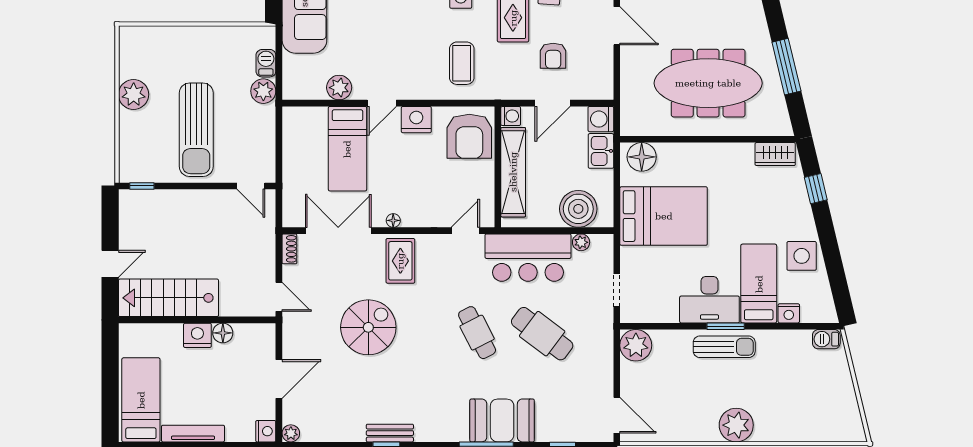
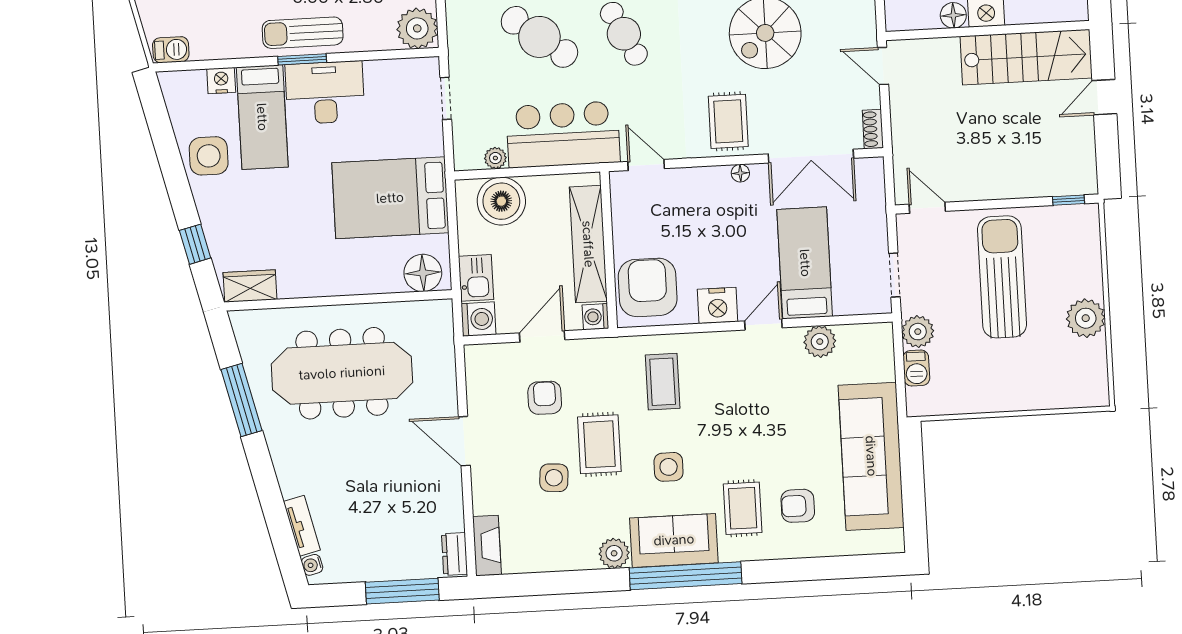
doorway: (279, 136) -> (894, 275), added
door: (465, 231) -> (646, 165), swing flipped

